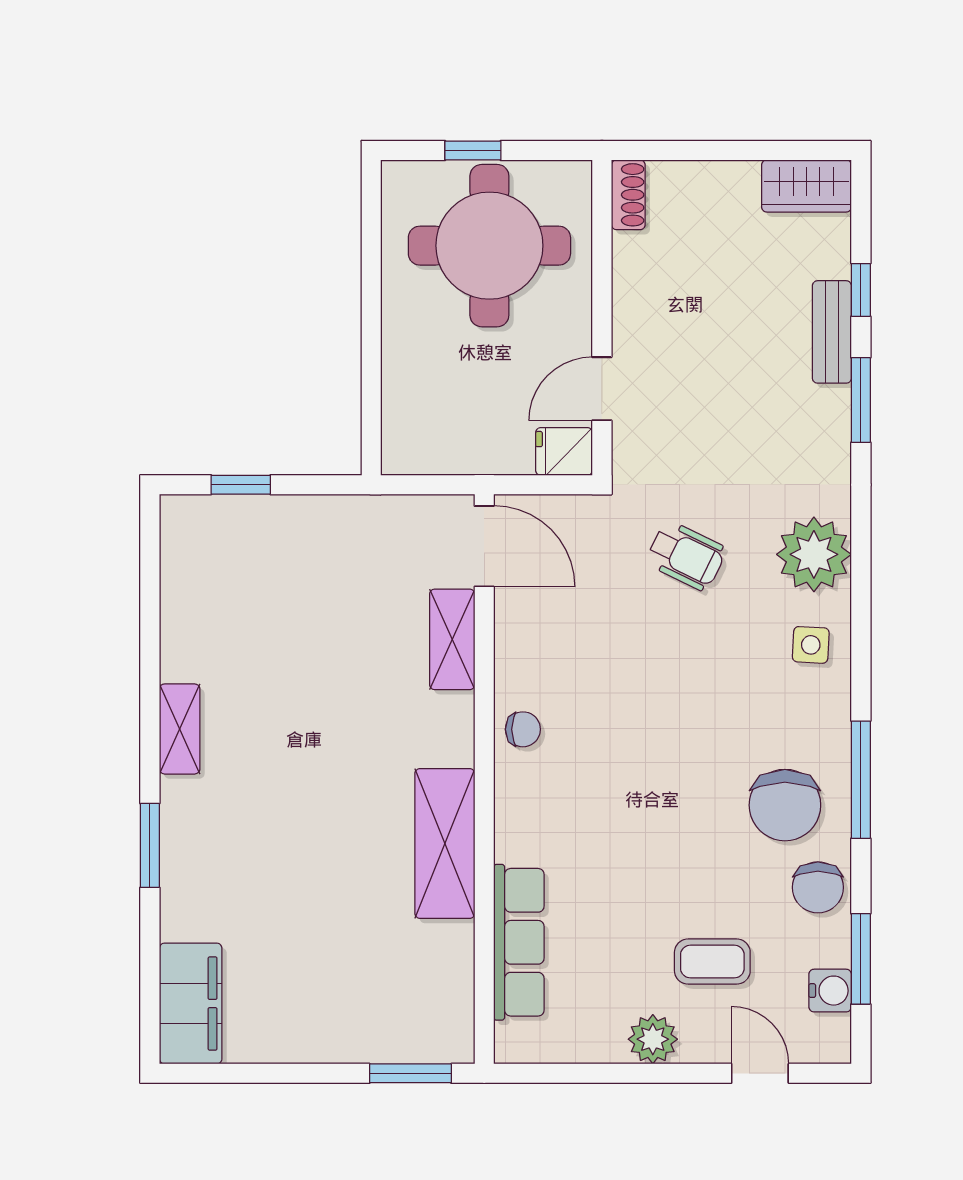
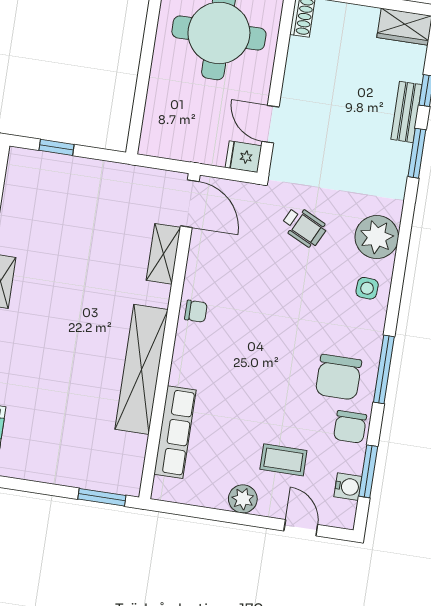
door: (602, 389) -> (270, 124), hinge flipped
shelving: (445, 843) -> (141, 369), width x1.47

